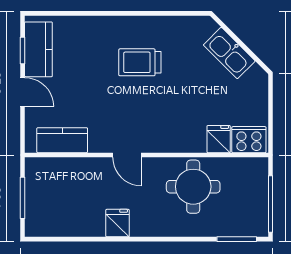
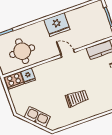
round table: (193, 187) -> (22, 51), moved
fridge: (117, 223) -> (57, 25), width x1.88, depth x1.34

